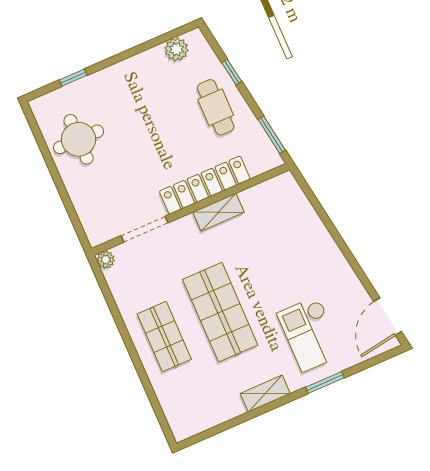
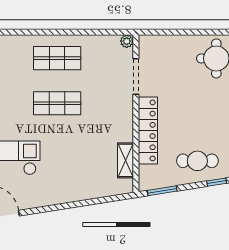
shelving: (218, 212) -> (125, 160), moved
shop shelf: (220, 312) -> (57, 103), width x0.70, depth x0.74

